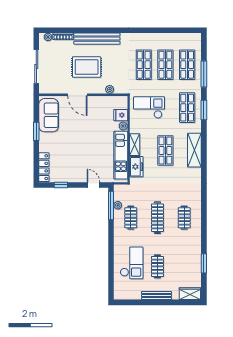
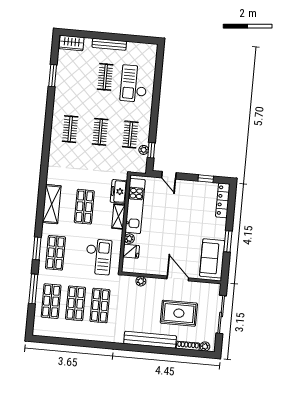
rug: (87, 67) -> (179, 313), moved
checkout: (149, 107) -> (98, 257), turned -90
window: (111, 206) -> (151, 150), width x0.46
clothes rail: (157, 218) -> (100, 132), width x0.73

